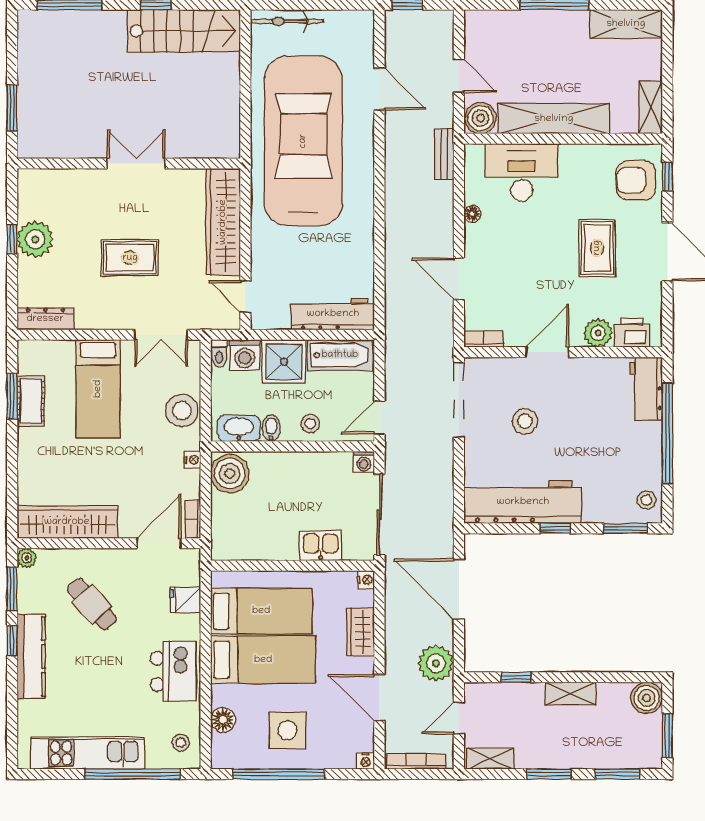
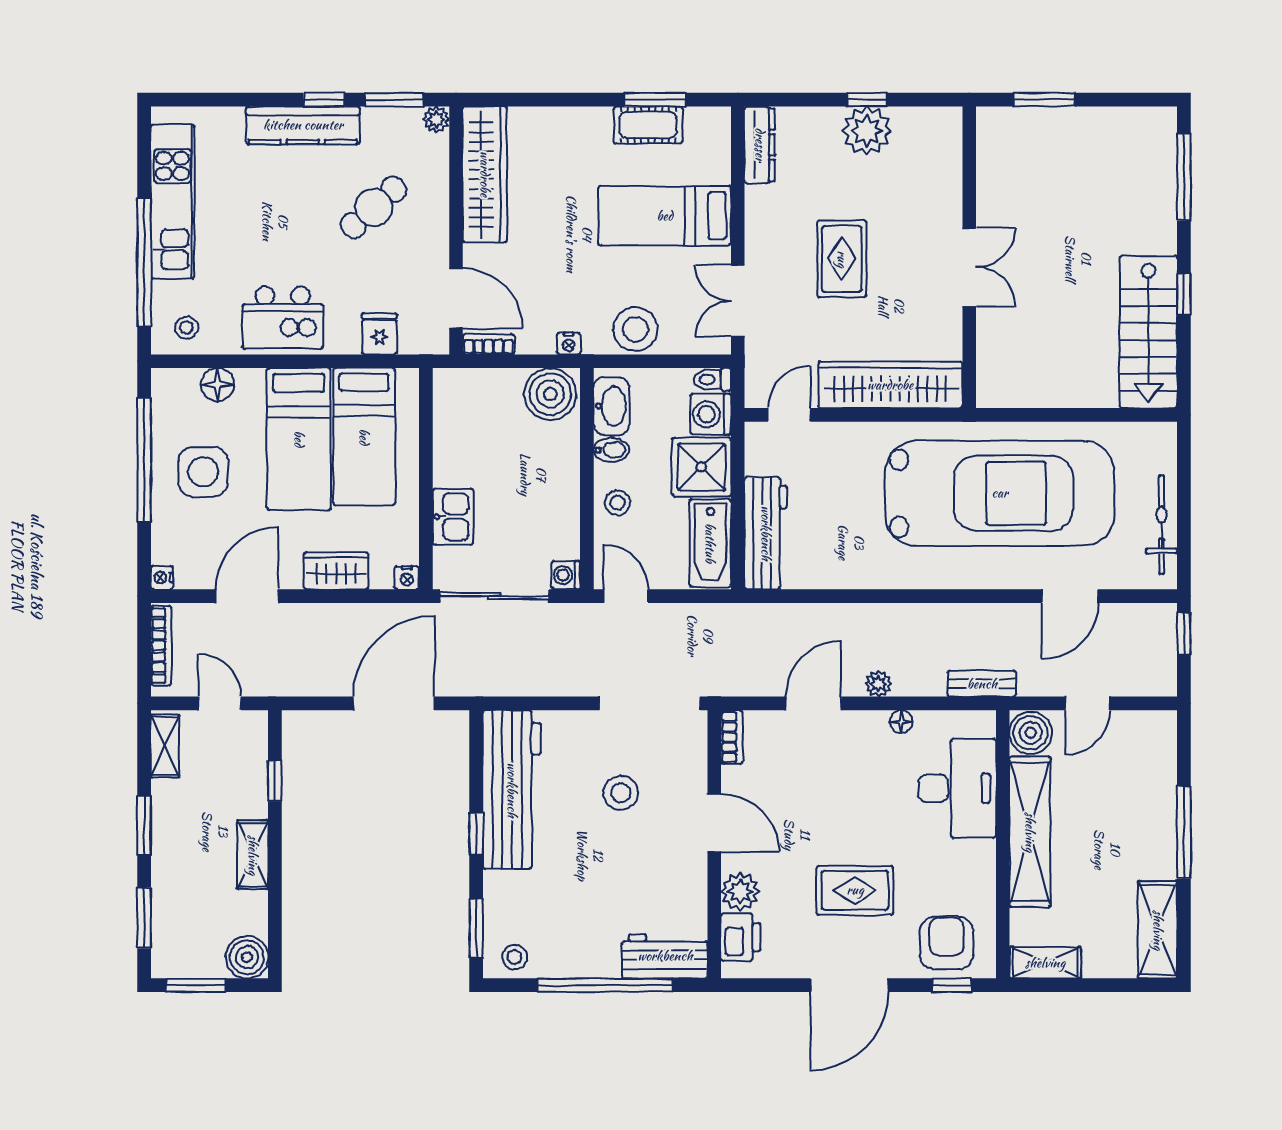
bicycle: (287, 21) -> (1161, 525), moved
plant: (436, 663) -> (878, 684), moved, width x0.53, depth x0.53

